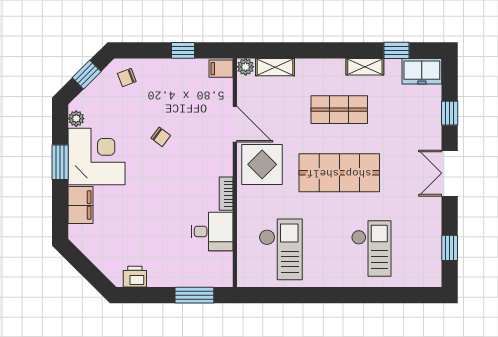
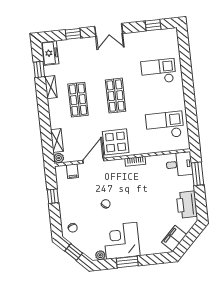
filing cabinet: (221, 69) -> (72, 171), moved
shop shelf: (339, 173) -> (116, 96), width x0.70, depth x0.74
filing cabinet: (81, 205) -> (174, 238), moved, turned -45
desk: (212, 231) -> (179, 164), moved, turned 90
printer: (135, 277) -> (187, 205), width x1.87, depth x1.48

